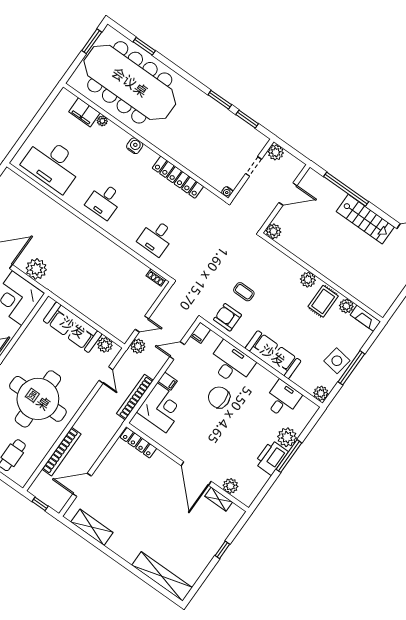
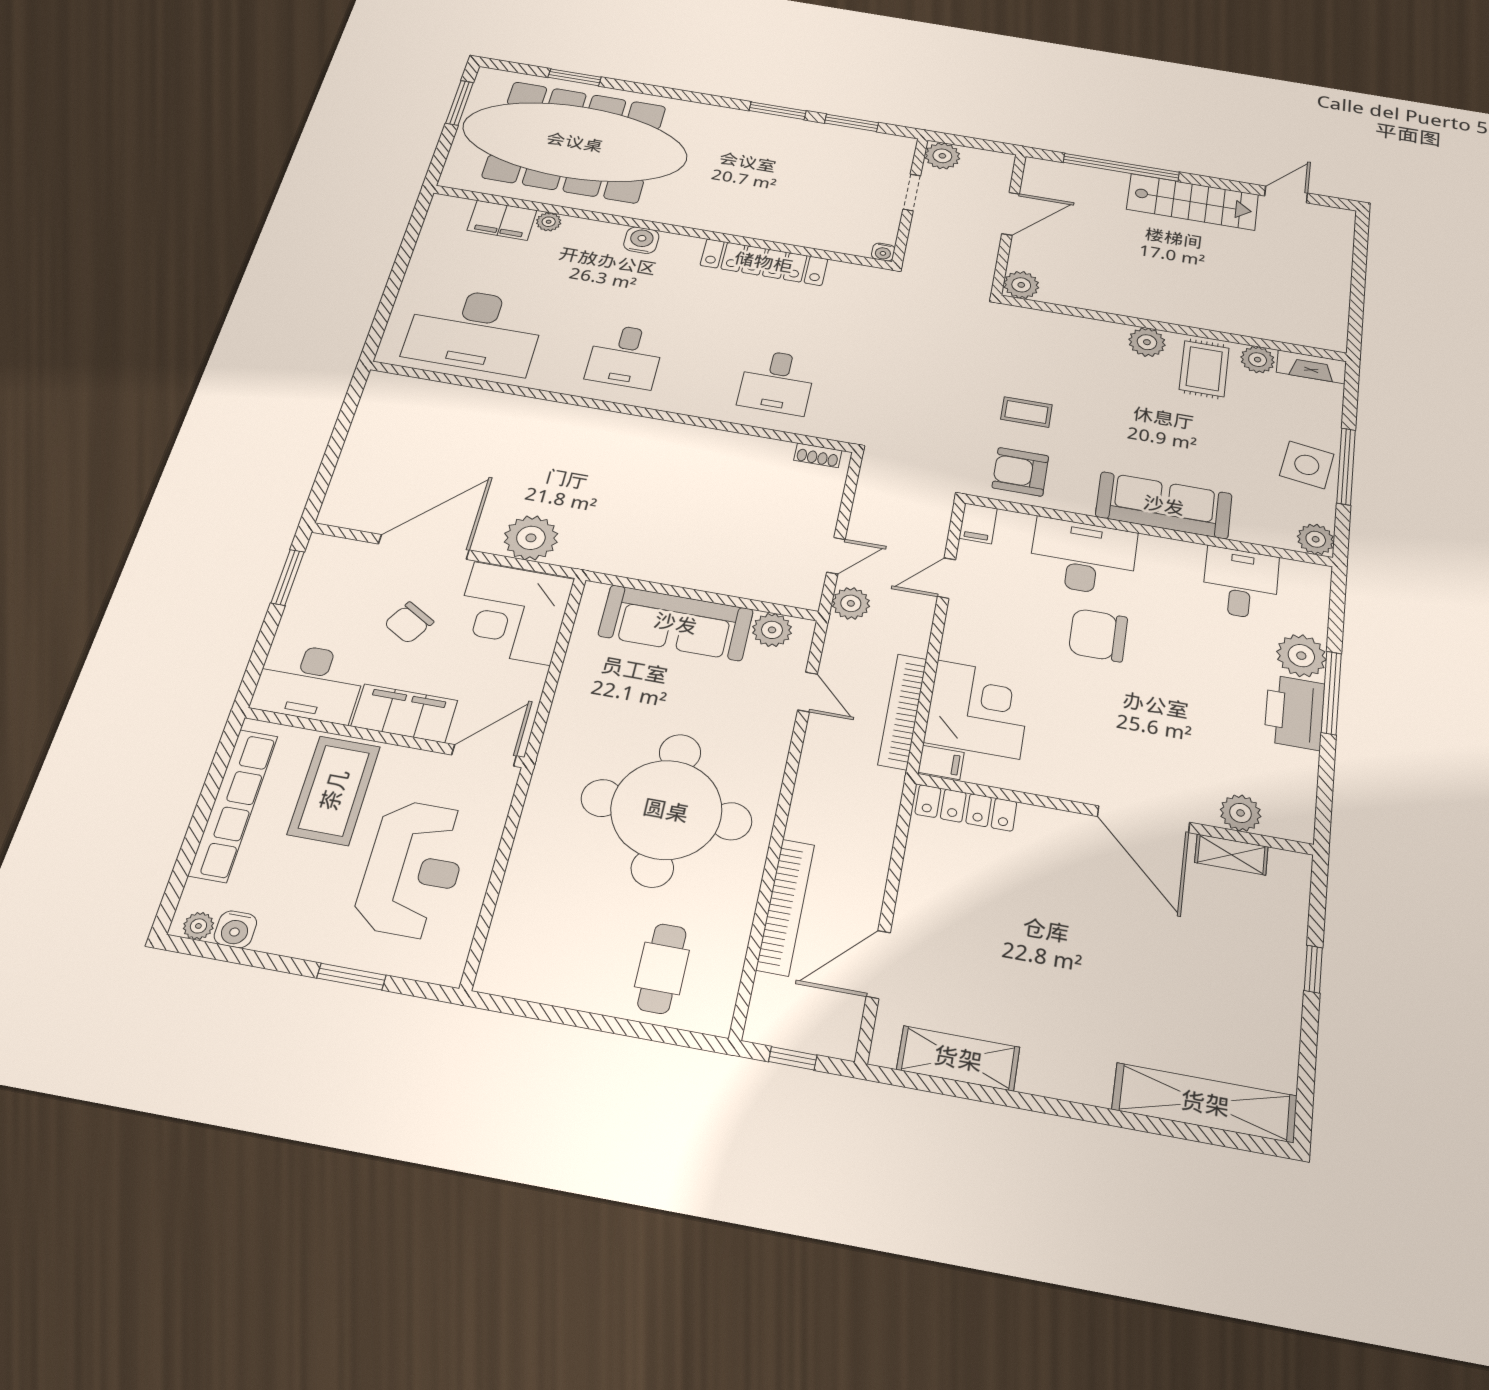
filing cabinet: (168, 381) -> (941, 762), moved

